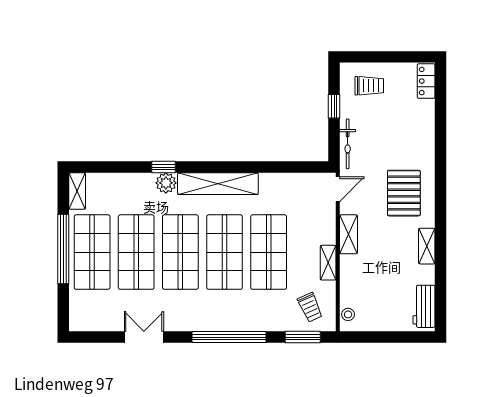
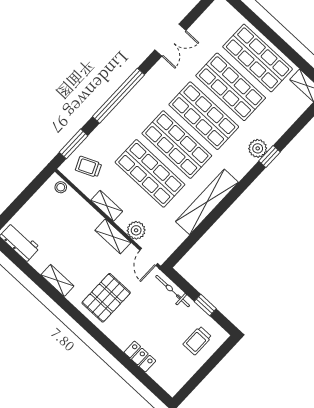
locker: (426, 81) -> (140, 357), moved
shelving: (218, 184) -> (207, 202), moved
pallet: (404, 193) -> (106, 298), turned 90
plant: (326, 220) -> (136, 230), added
window: (63, 249) -> (277, 41), removed

